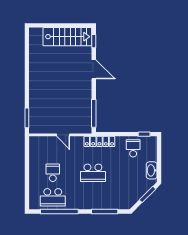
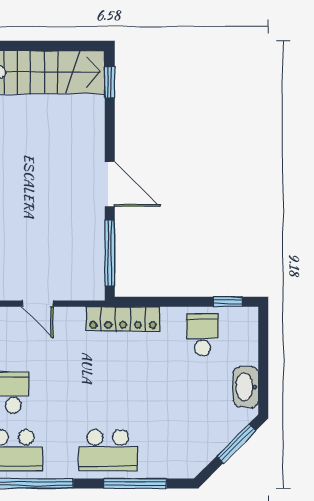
door: (94, 69) -> (110, 184), moved
school desk: (93, 173) -> (108, 450), moved

